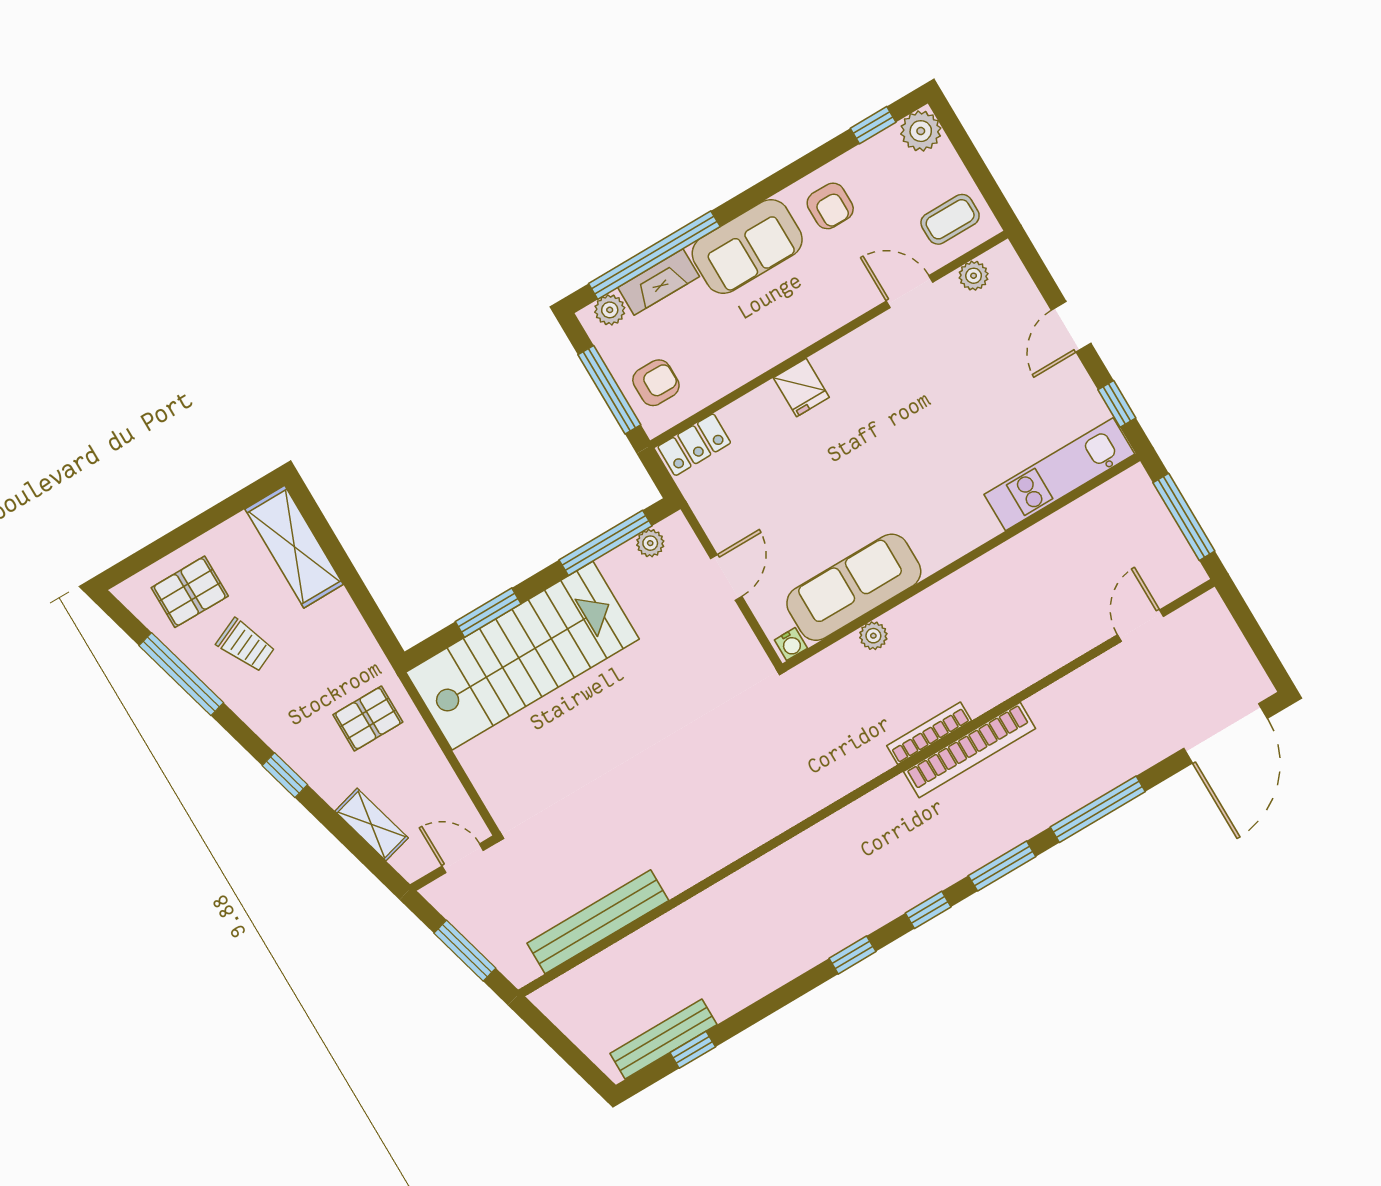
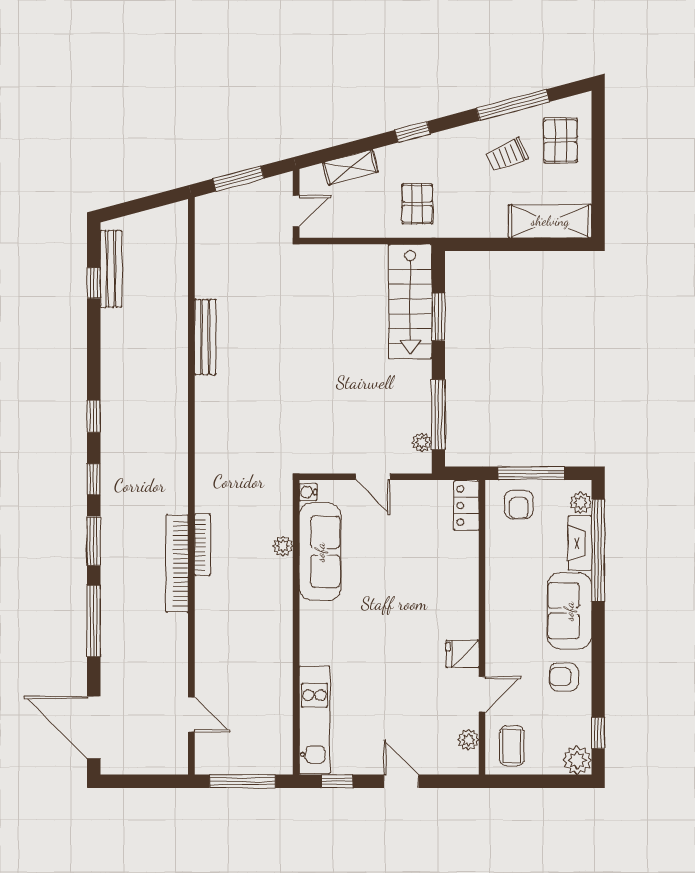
fridge: (801, 387) -> (463, 654), moved
stairs: (523, 656) -> (410, 301), width x0.73, depth x0.66
bench: (598, 922) -> (205, 337), moved, width x0.73, depth x0.82

